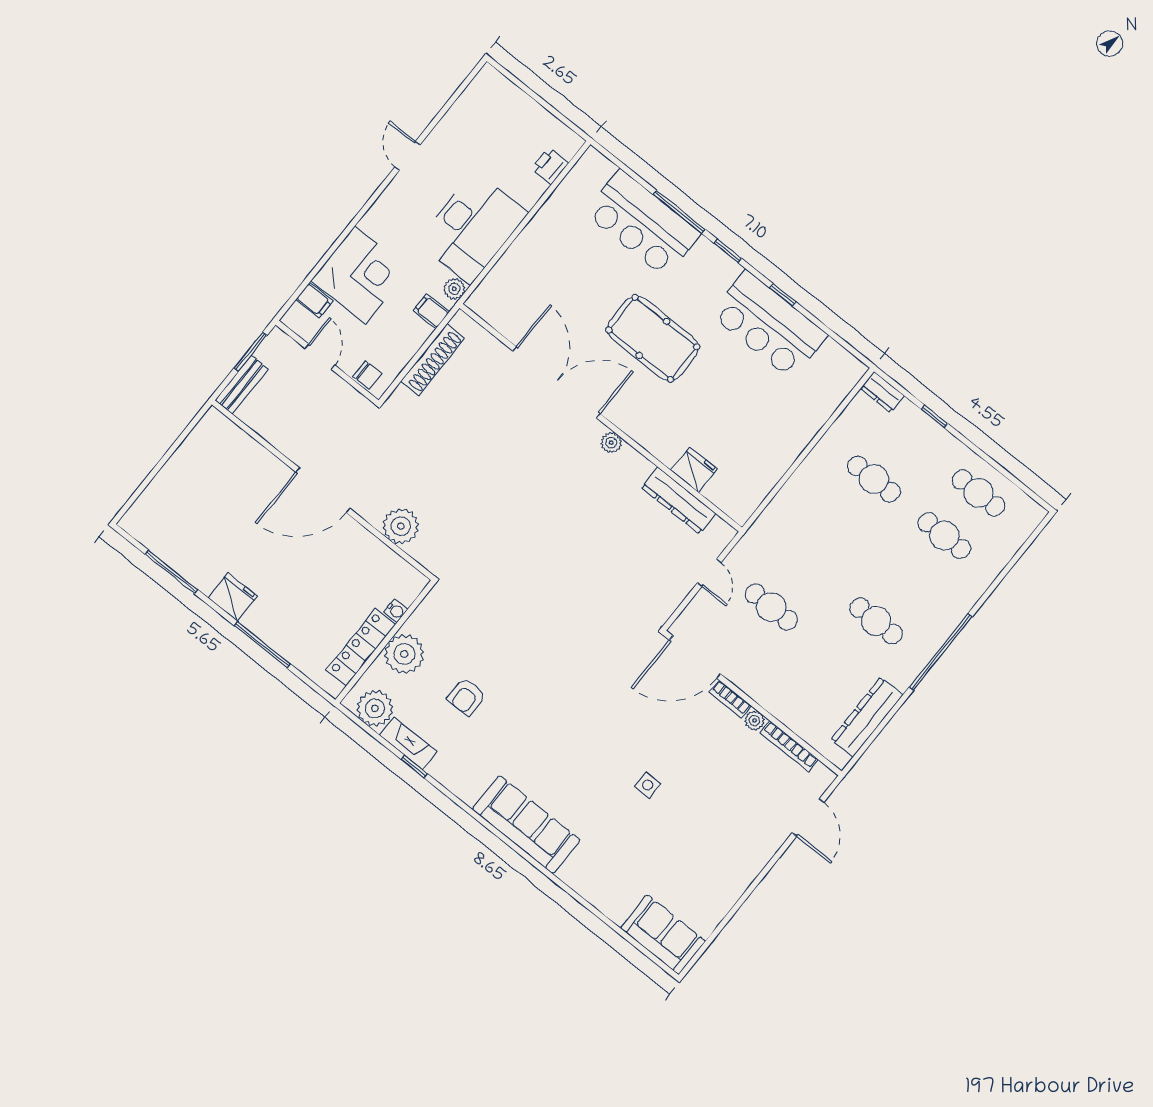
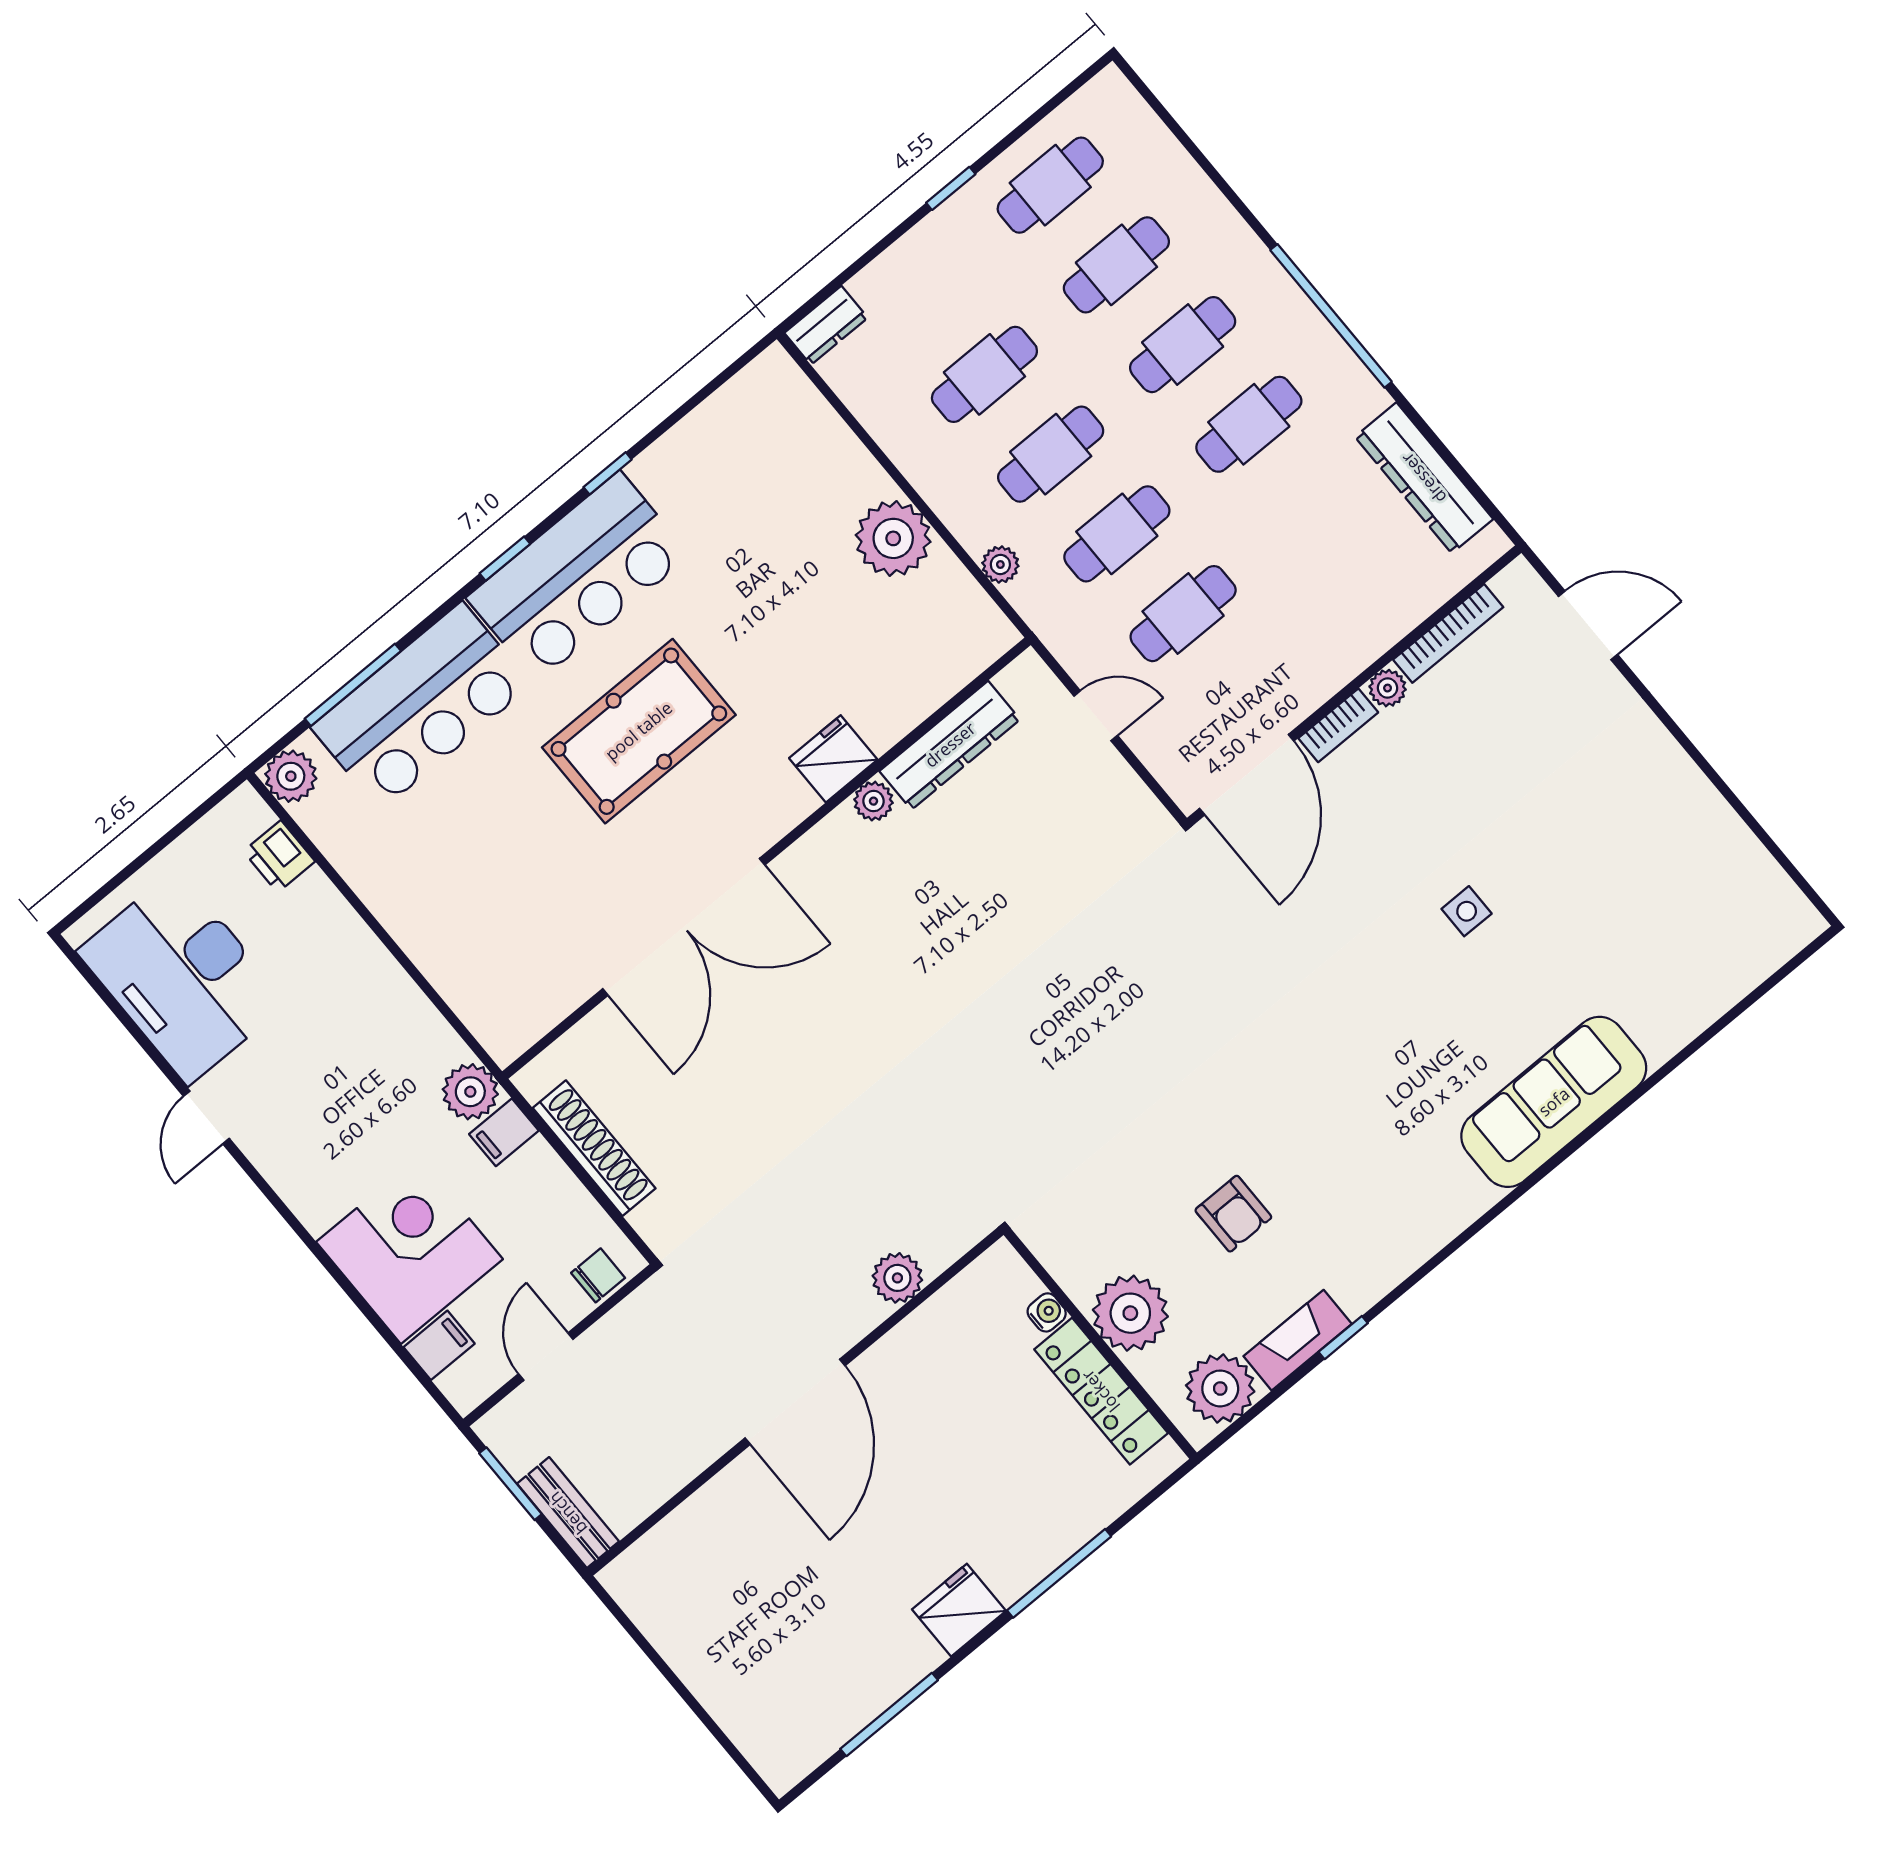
door: (407, 156) -> (206, 1117), hinge flipped
plant: (593, 163) -> (291, 776), added
window: (679, 212) -> (353, 685), moved
desk: (473, 227) -> (182, 977), moved, turned 180
plant: (454, 289) -> (470, 1092), width x1.38, depth x1.38
bar counter: (769, 325) -> (578, 577), moved
door: (320, 357) -> (546, 1357), hinge flipped
double door: (556, 382) -> (684, 927), swing flipped
window: (935, 416) -> (951, 188), moved
plant: (611, 443) -> (873, 801), moved
plant: (779, 449) -> (893, 538), added
fridge: (694, 470) -> (833, 759), moved
plant: (777, 507) -> (1000, 565), added
cafe table: (840, 522) -> (1051, 454), added
plant: (401, 526) -> (897, 1278), width x0.73, depth x0.73
cafe table: (805, 564) -> (1117, 534), added
cafe table: (910, 578) -> (1183, 345), added
sofa: (526, 825) -> (1554, 1102), moved
sofa: (663, 935) -> (1750, 940), removed

